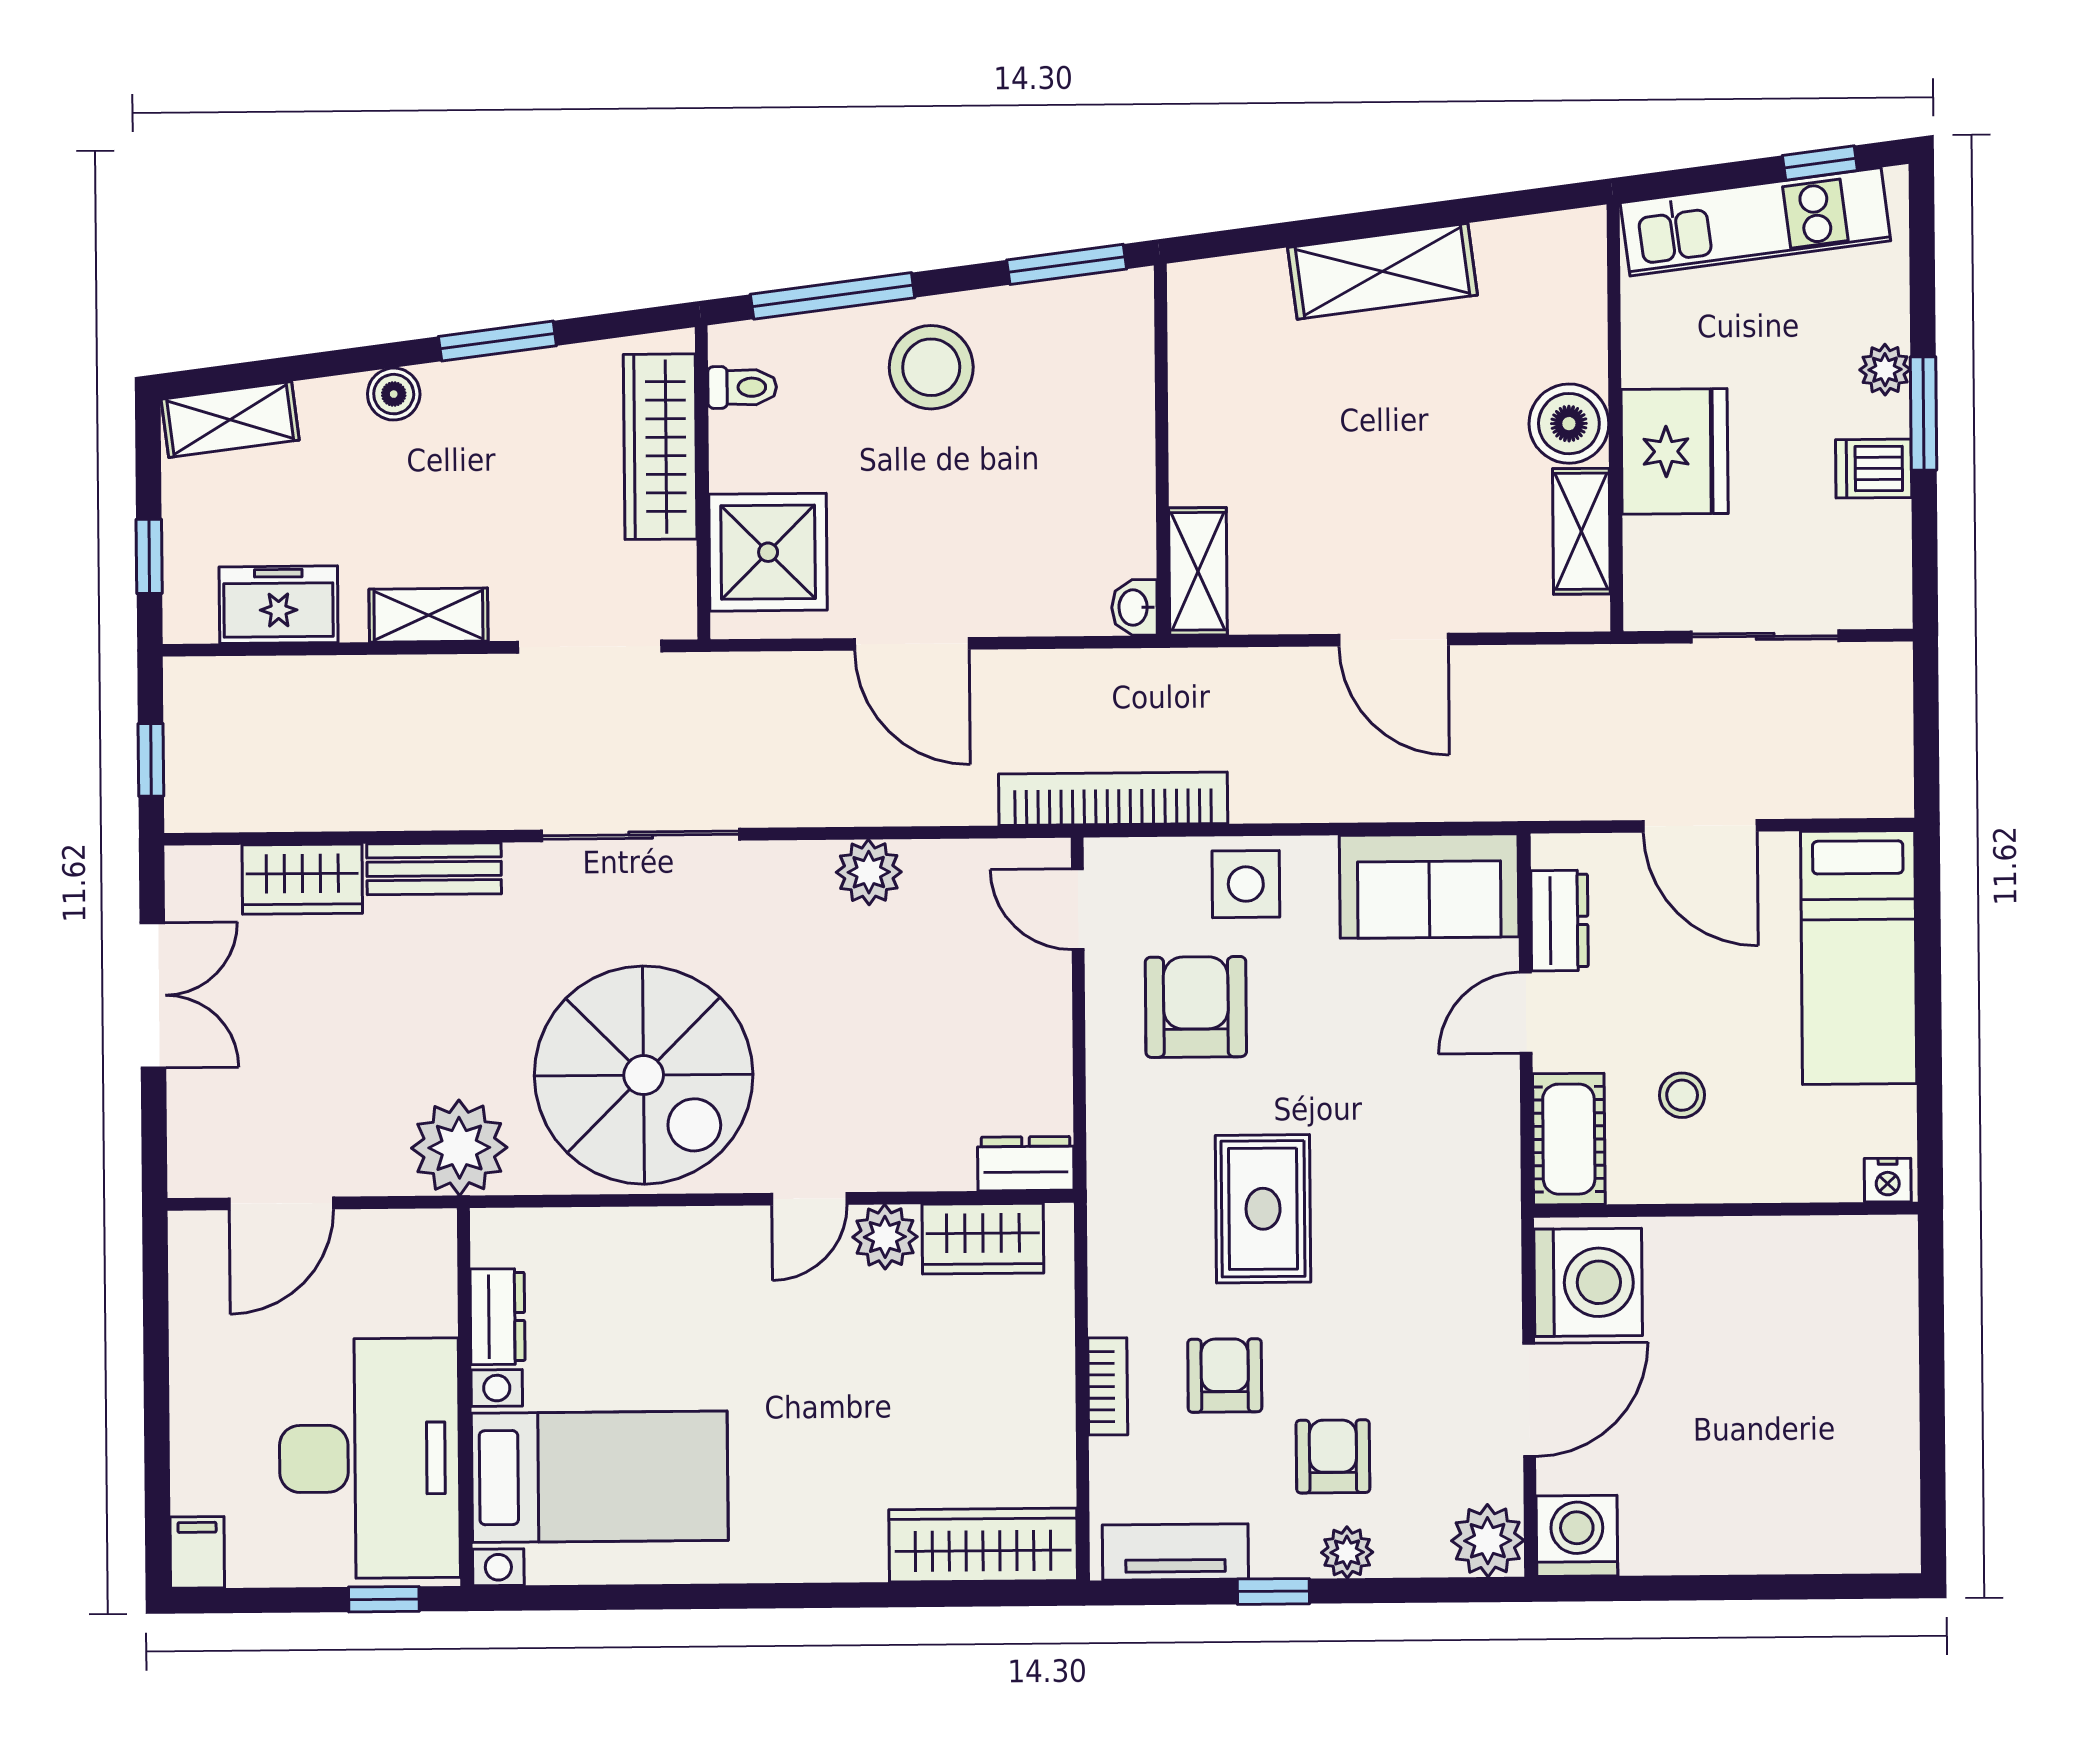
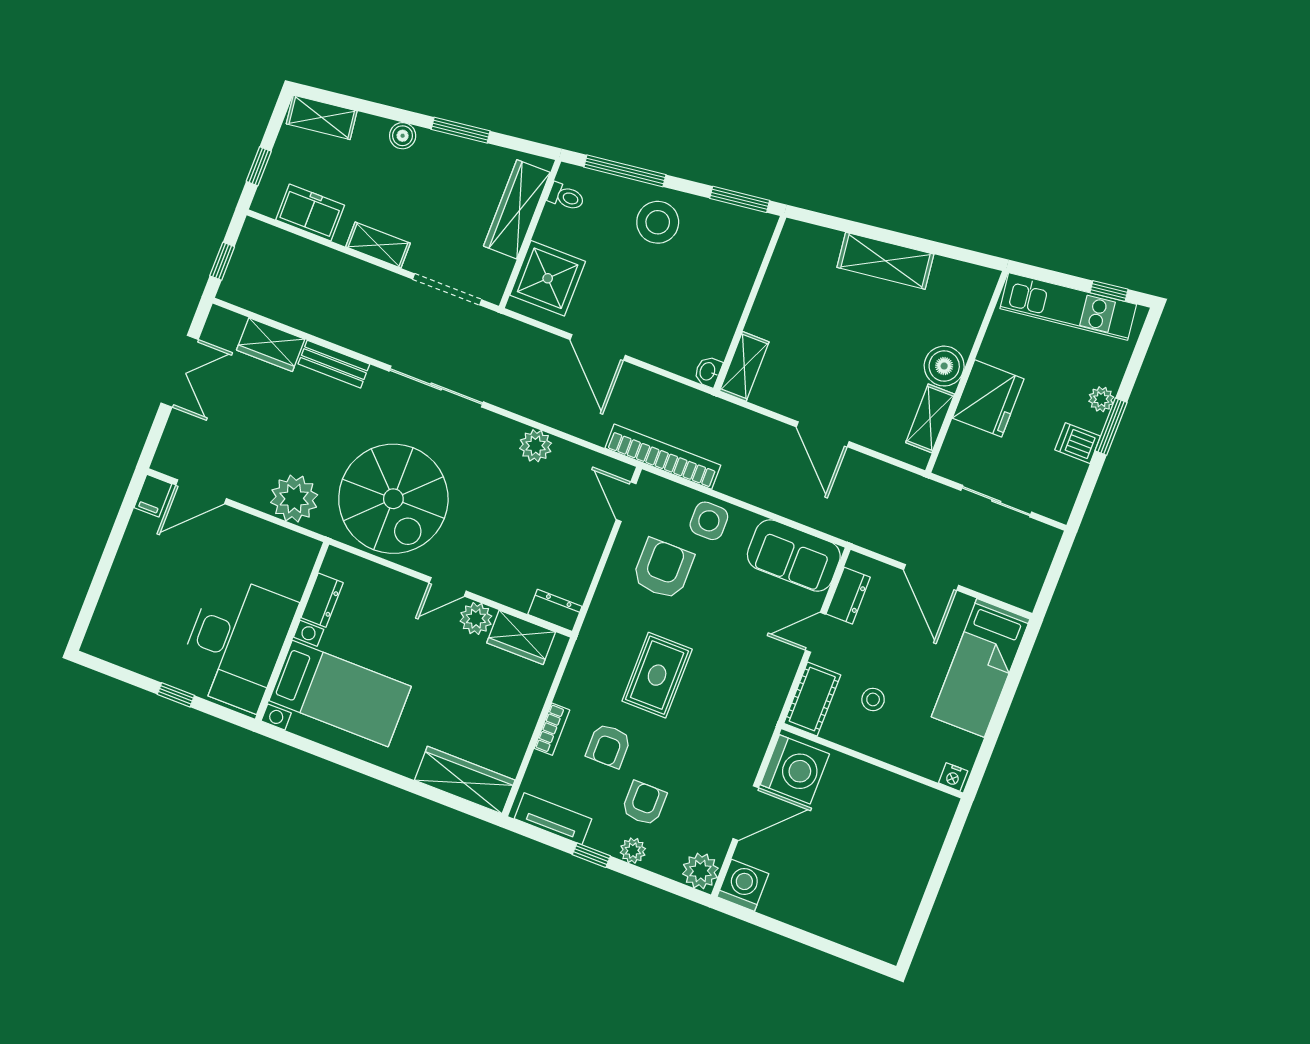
dresser: (498, 1317) -> (322, 600), moved
armchair: (1225, 1375) -> (609, 746), turned 180
wall: (465, 1397) -> (292, 632), moved
desk: (369, 1458) -> (236, 643), moved
bed with nightstands: (600, 1477) -> (340, 694), moved
filing cabinet: (197, 1552) -> (153, 496), moved, turned 180

